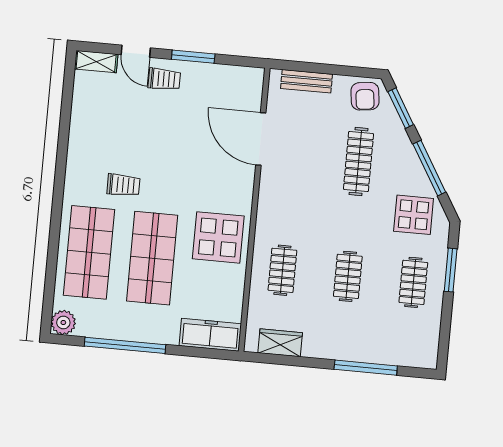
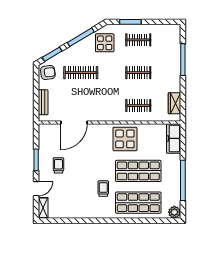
trolley: (164, 79) -> (58, 165), moved

